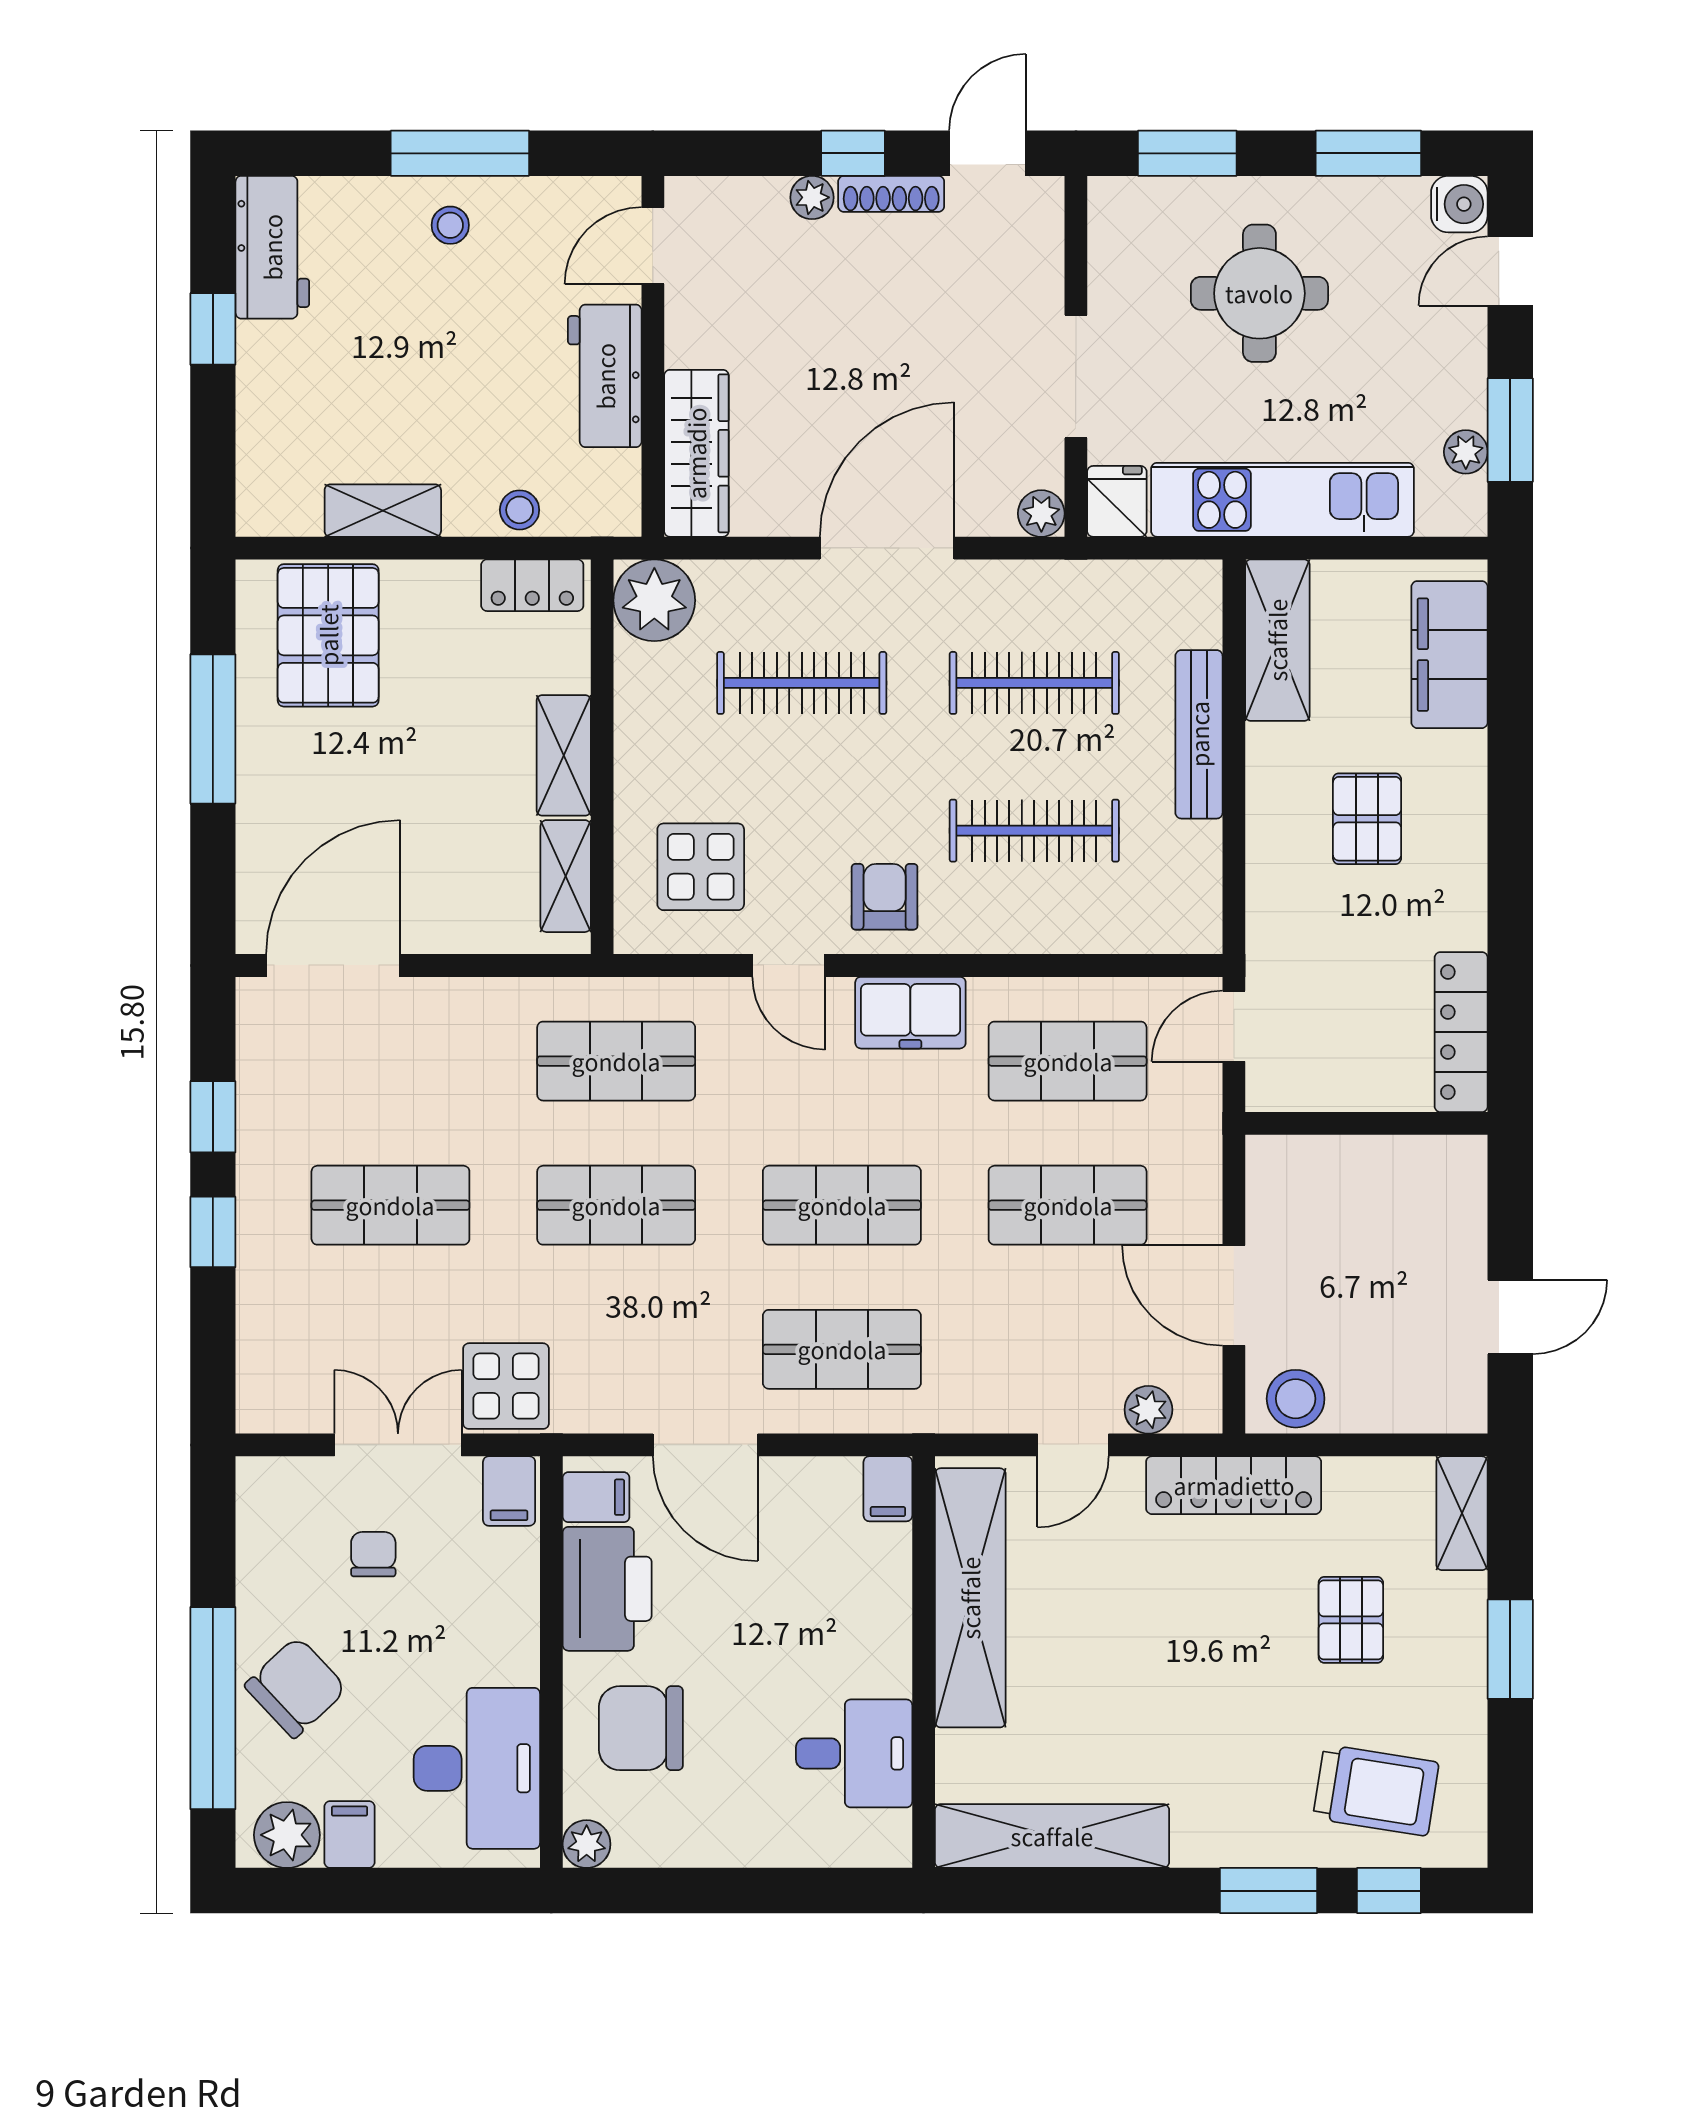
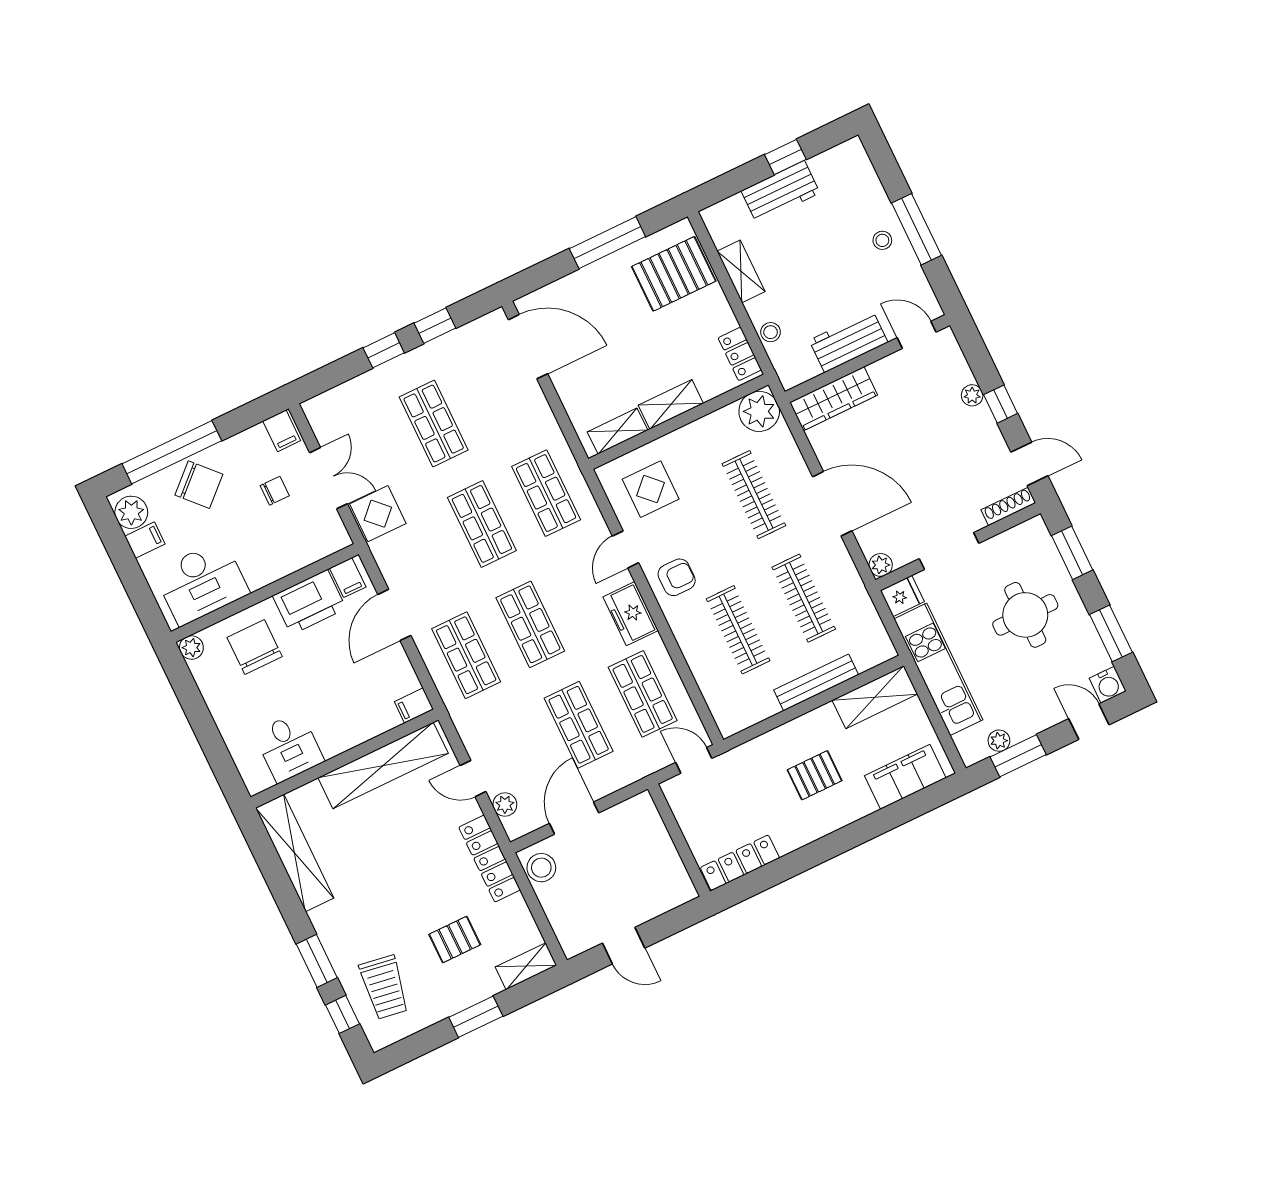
shoe rack: (891, 194) -> (1008, 506), moved, turned 90
workbench: (272, 247) -> (780, 192), moved
filing cabinet: (509, 1491) -> (282, 431), moved, turned -90

